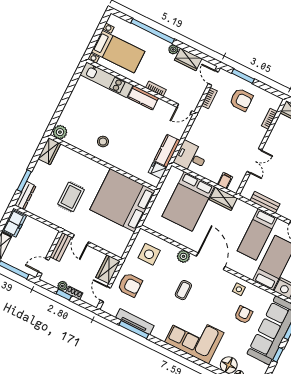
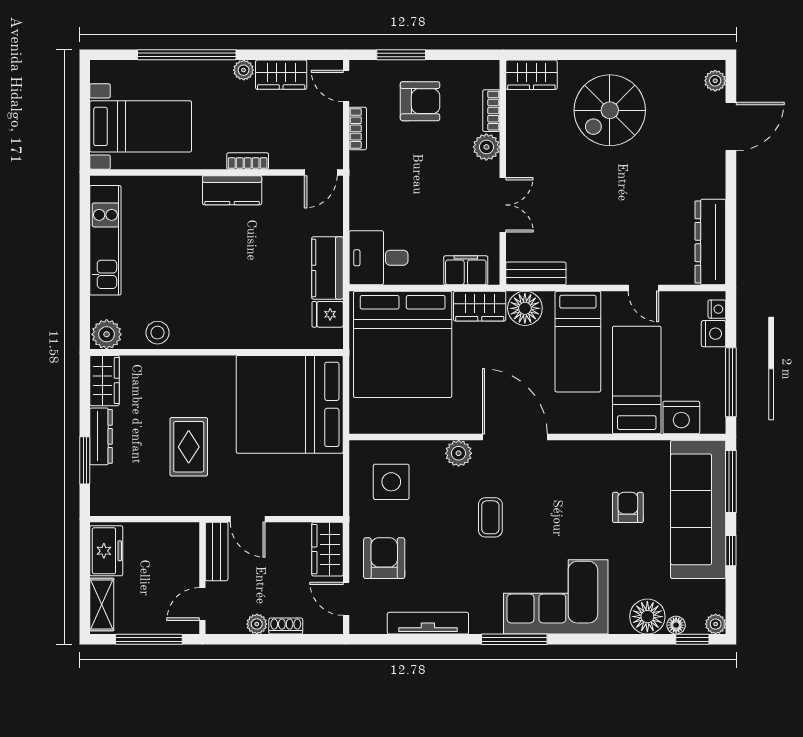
kitchen unit: (107, 80) -> (105, 240), moved, turned -90
plant: (260, 133) -> (486, 147), added
stool: (103, 142) -> (158, 333), moved
filing cabinet: (225, 181) -> (466, 270), width x2.00
dresser: (25, 196) -> (101, 436), moved
bed: (188, 201) -> (403, 344), width x1.36
bench: (265, 202) -> (536, 273), moved
floor lamp: (242, 209) -> (525, 308), added
armchair: (130, 285) -> (384, 558), turned -90
side table: (239, 289) -> (595, 463), removed
window: (64, 295) -> (268, 639), removed
window: (134, 330) -> (514, 639), moved

